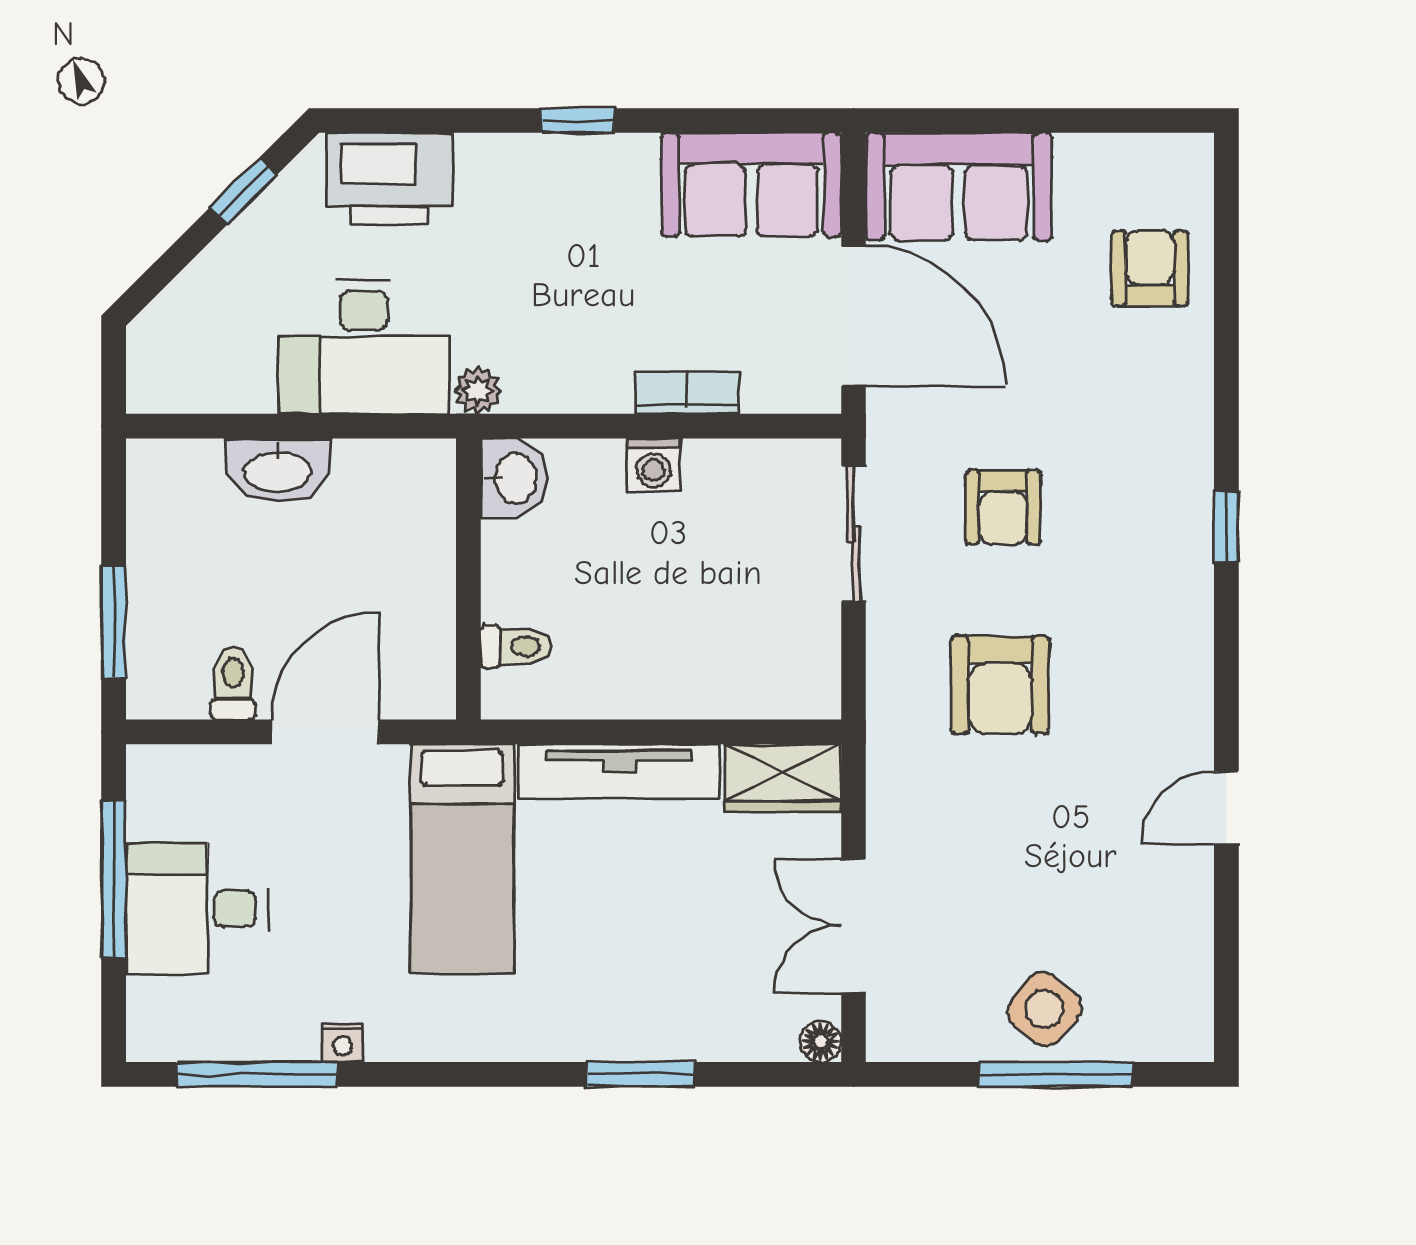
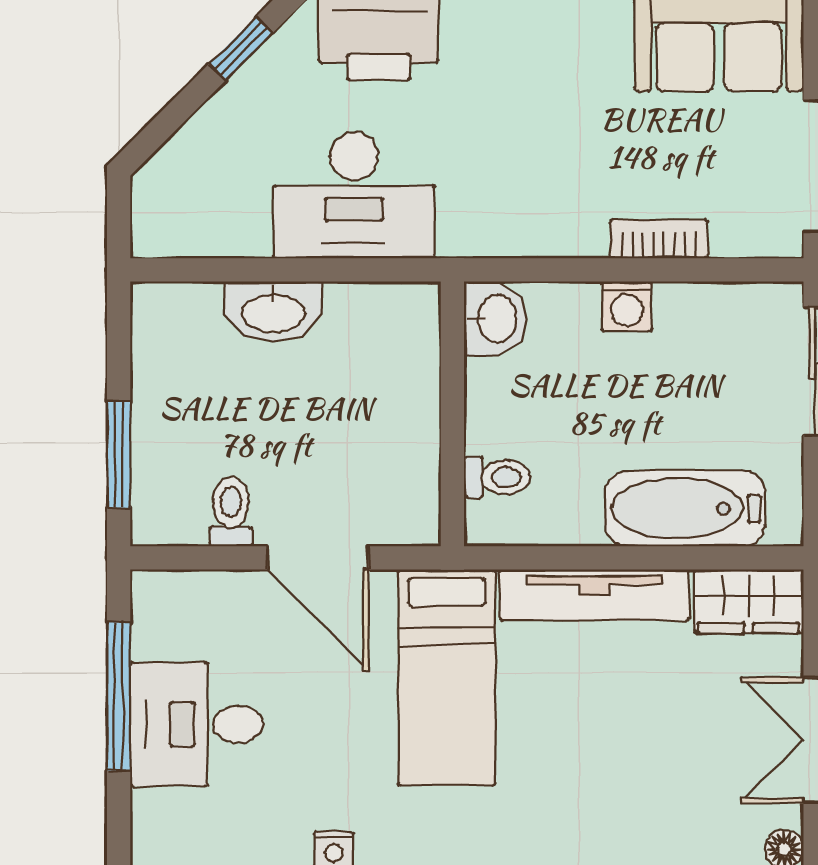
plant: (478, 390) -> (461, 236), removed
bathtub: (715, 680) -> (685, 508), added
door: (326, 732) -> (318, 558), swing flipped

